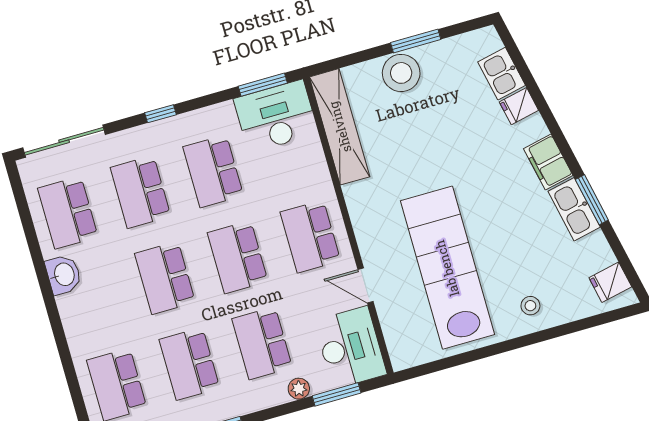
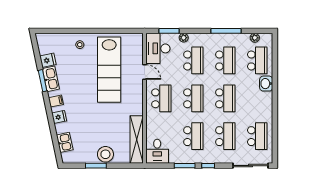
window: (263, 85) -> (185, 166), moved
fridge: (519, 106) -> (59, 117), moved
desk: (276, 116) -> (157, 151), width x0.73
filing cabinet: (548, 162) -> (56, 101), width x0.50
washbasin: (63, 275) -> (266, 84), moved
fridge: (610, 282) -> (48, 60), moved

